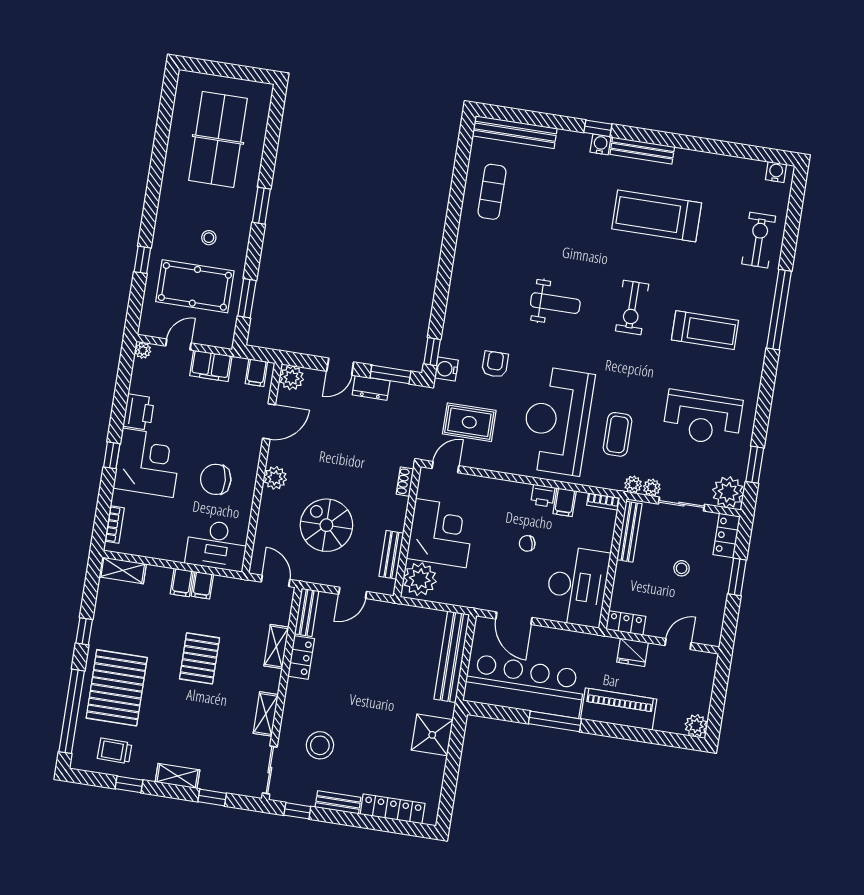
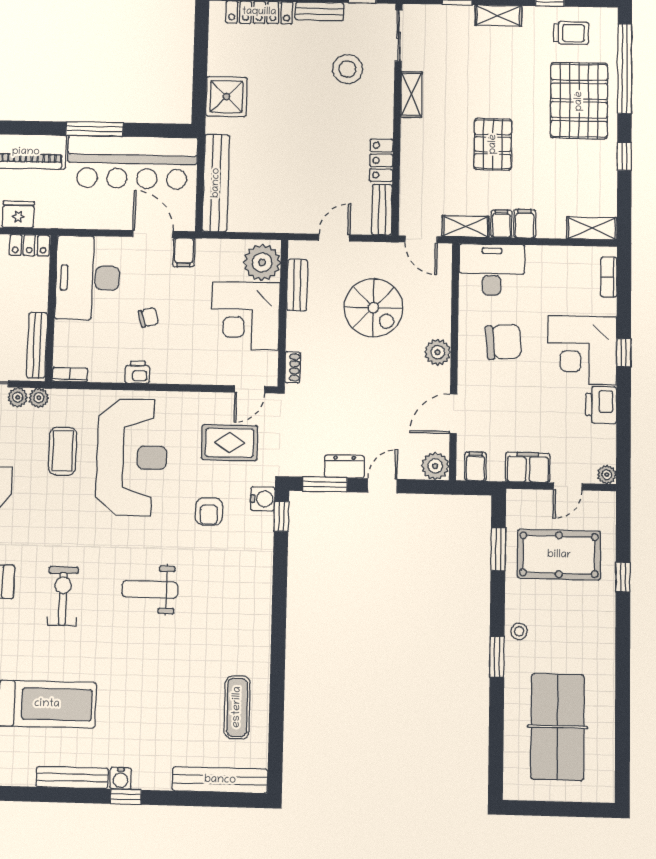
stool: (209, 238) -> (519, 631), moved
filing cabinet: (565, 502) -> (184, 252), moved, turned 180
shelving: (276, 647) -> (466, 226), moved, turned 90

